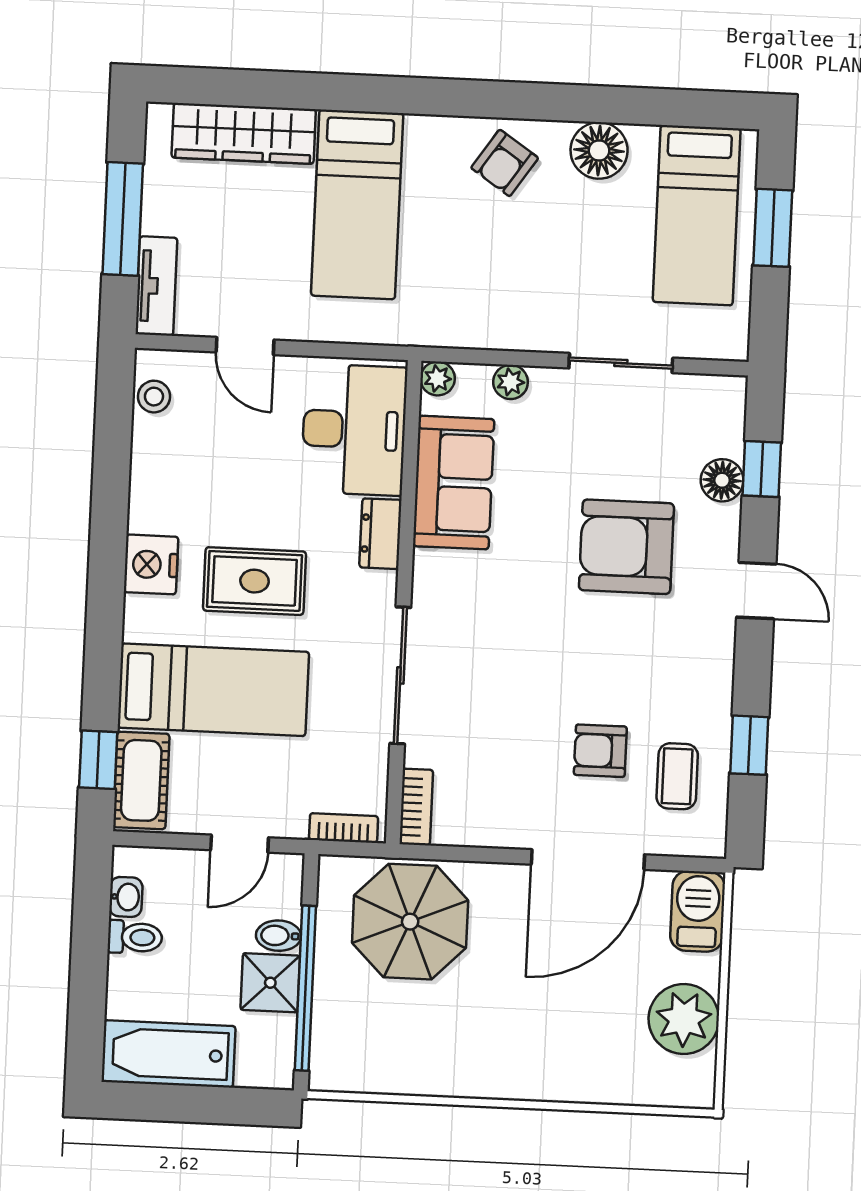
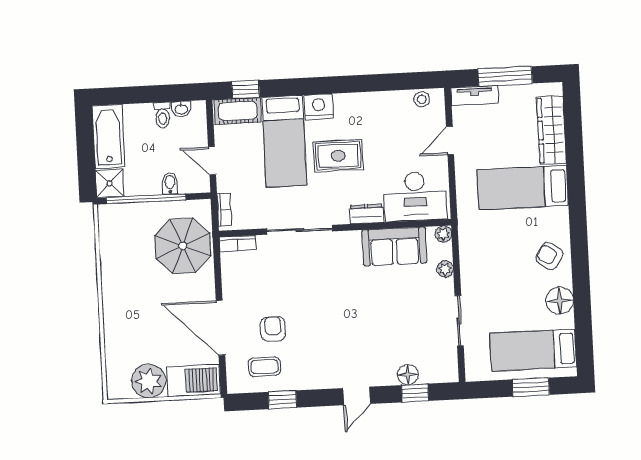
armchair: (626, 547) -> (372, 332), removed
nightstand: (151, 564) -> (319, 107), moved
rug: (255, 581) -> (338, 156), turned 90
barbecue: (698, 911) -> (194, 380), width x1.37, depth x1.21
shower: (270, 983) -> (110, 183), moved

